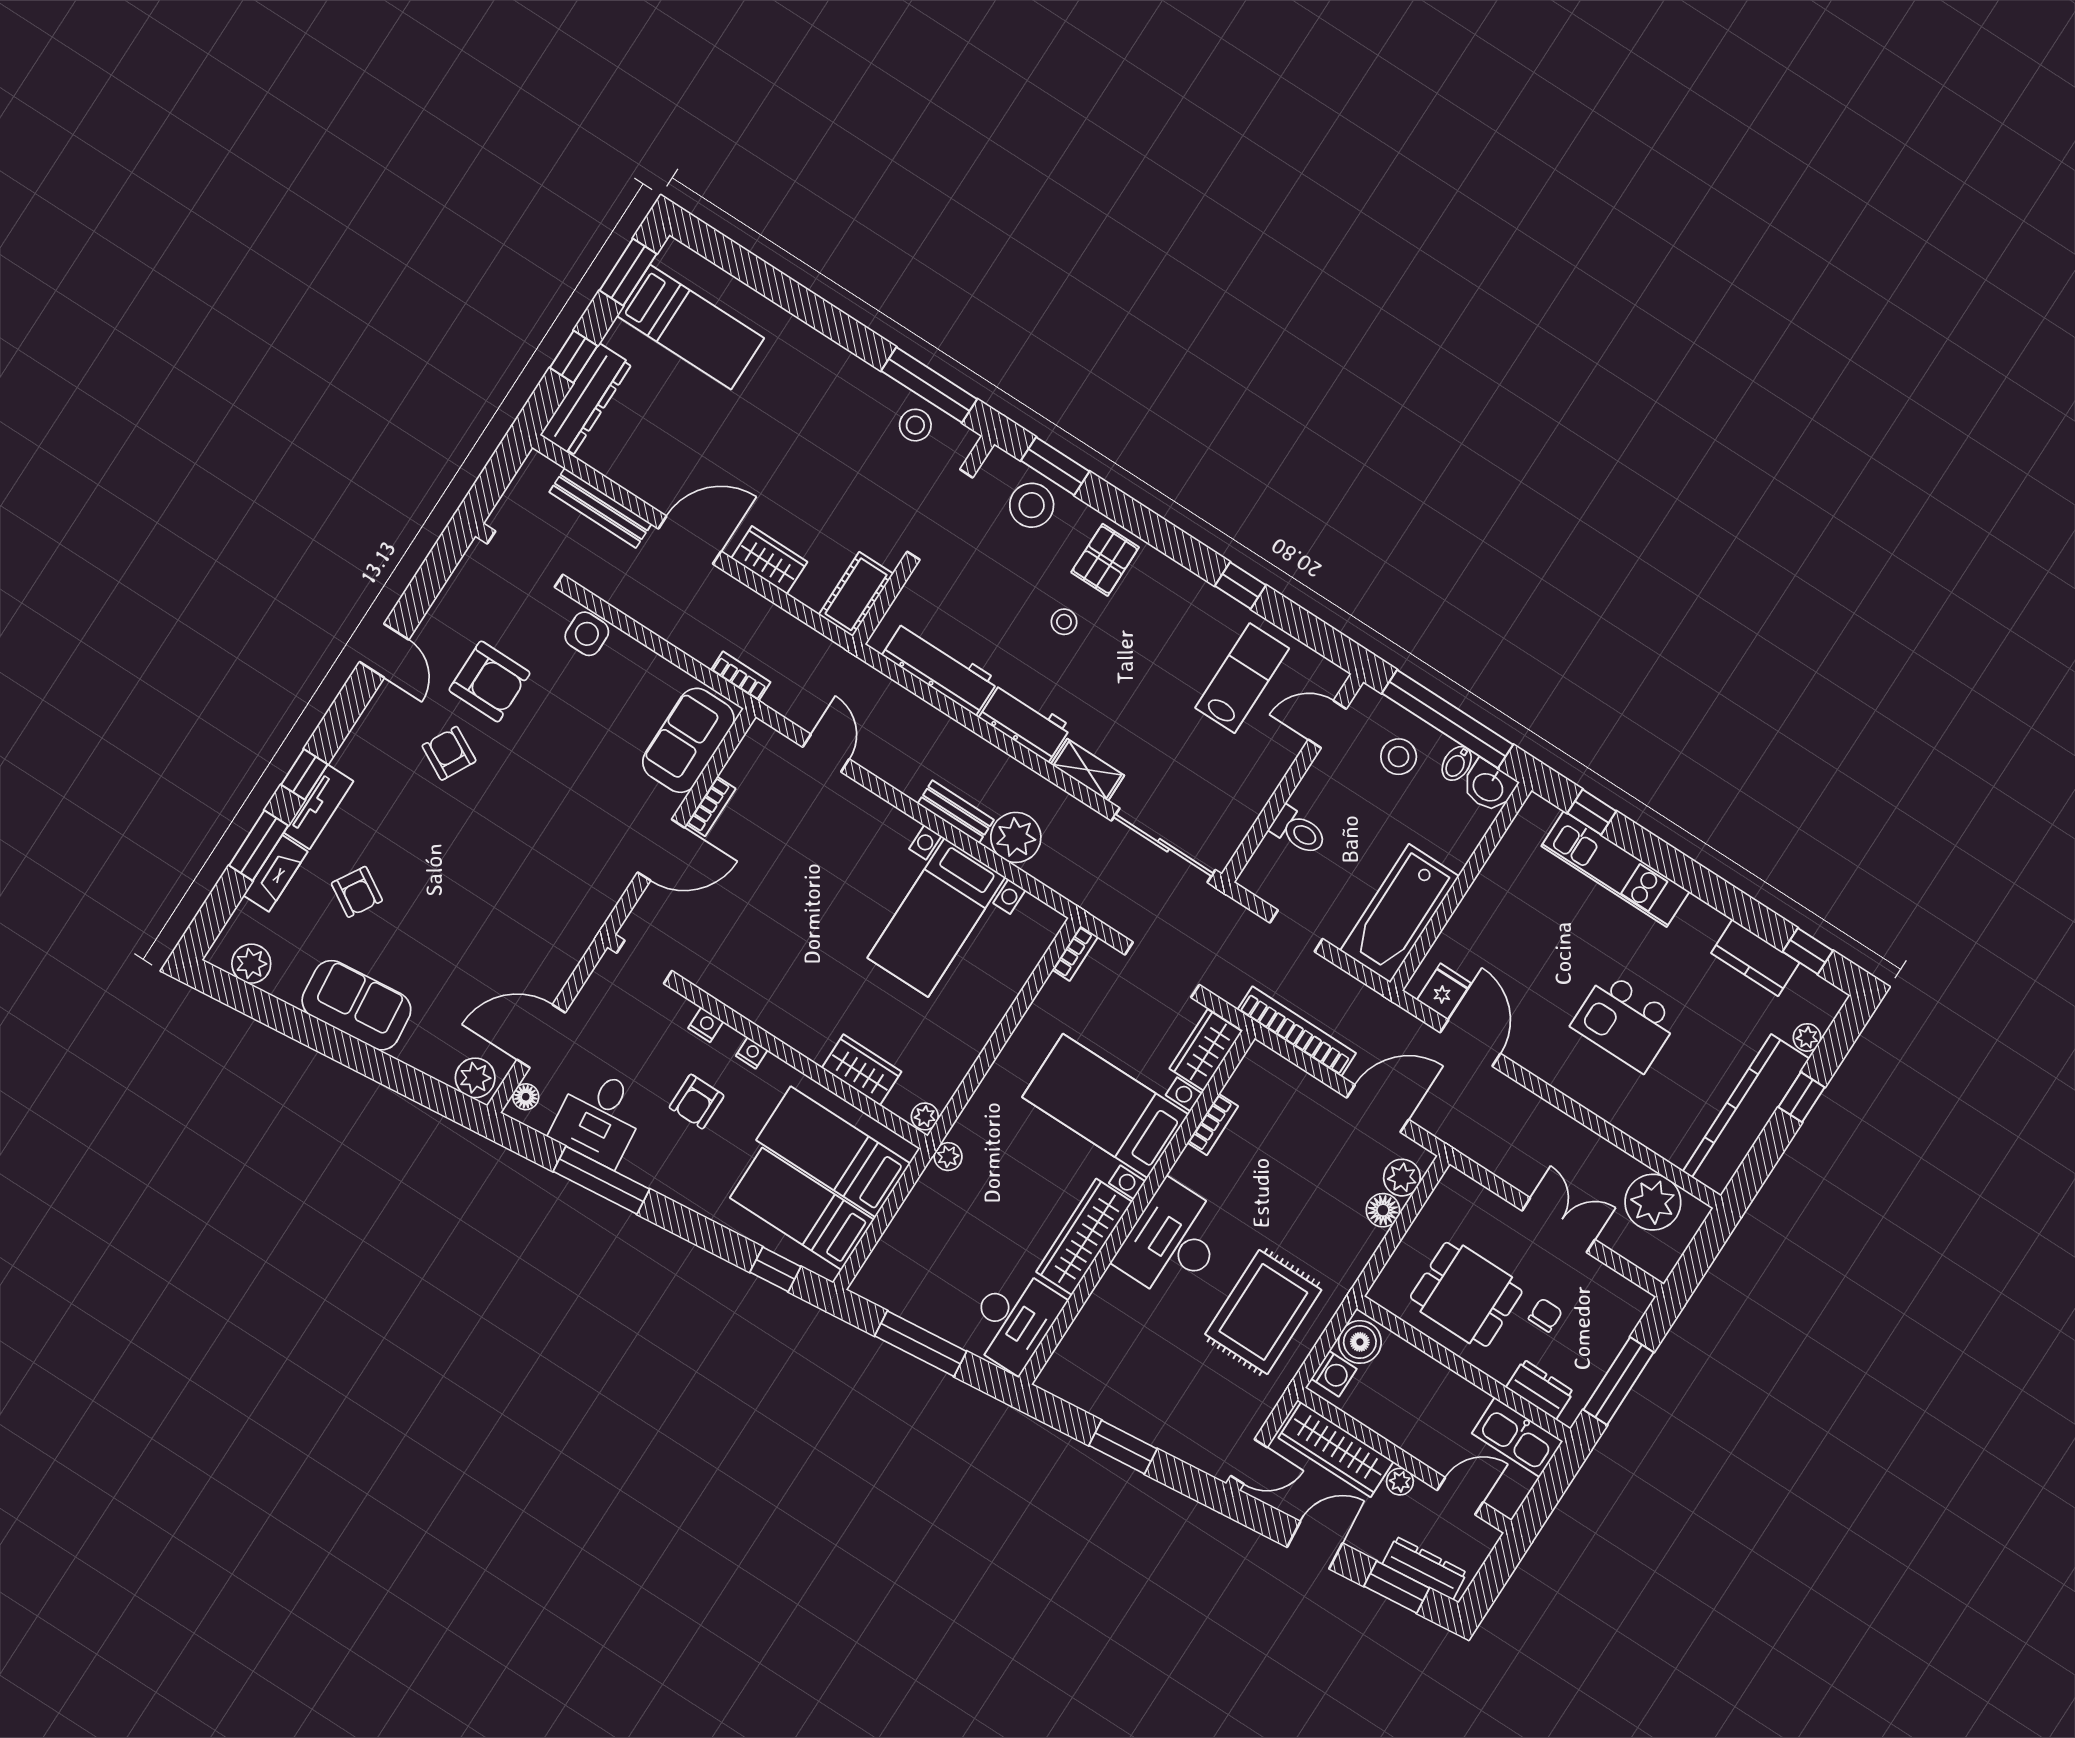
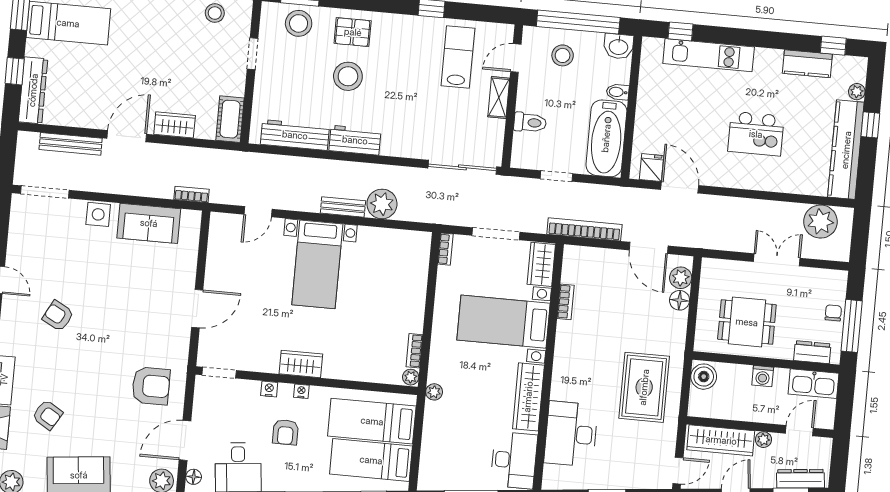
doorway: (940, 515) -> (253, 54), width x0.53
pallet: (1105, 560) -> (353, 32), turned 90
stool: (1064, 622) -> (348, 76), width x1.89, depth x1.89
armchair: (489, 681) -> (151, 386), moved
sofa: (688, 740) -> (149, 223), moved, turned -90
door: (826, 753) -> (258, 212), swing flipped
bidet: (1457, 763) -> (618, 92), moved, turned 90
shelving: (1088, 770) -> (499, 98), moved, turned 90
bookcase: (711, 806) -> (414, 351), moved, turned 180
bed with nightstands: (936, 918) -> (317, 264), moved
wardrobe: (862, 1070) -> (301, 364), moved
door: (1378, 1109) -> (649, 248), swing flipped
desk: (1172, 1241) -> (571, 434), moved
chair: (1545, 1315) -> (833, 313), moved
washing machine: (1334, 1374) -> (763, 376), moved, turned 90

